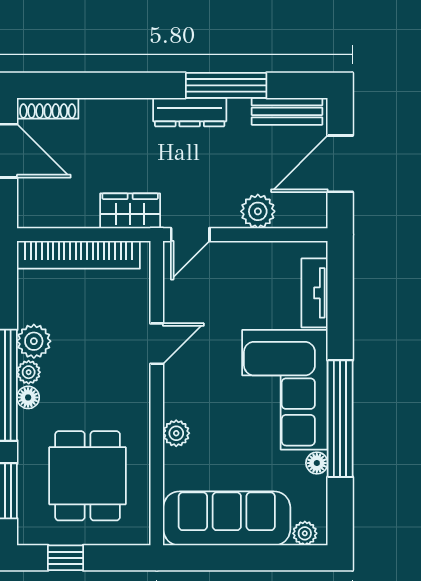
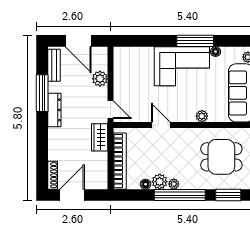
tv unit: (315, 293) -> (137, 53), removed
floor lamp: (28, 397) -> (146, 184), moved
window: (340, 419) -> (195, 41), width x0.68

